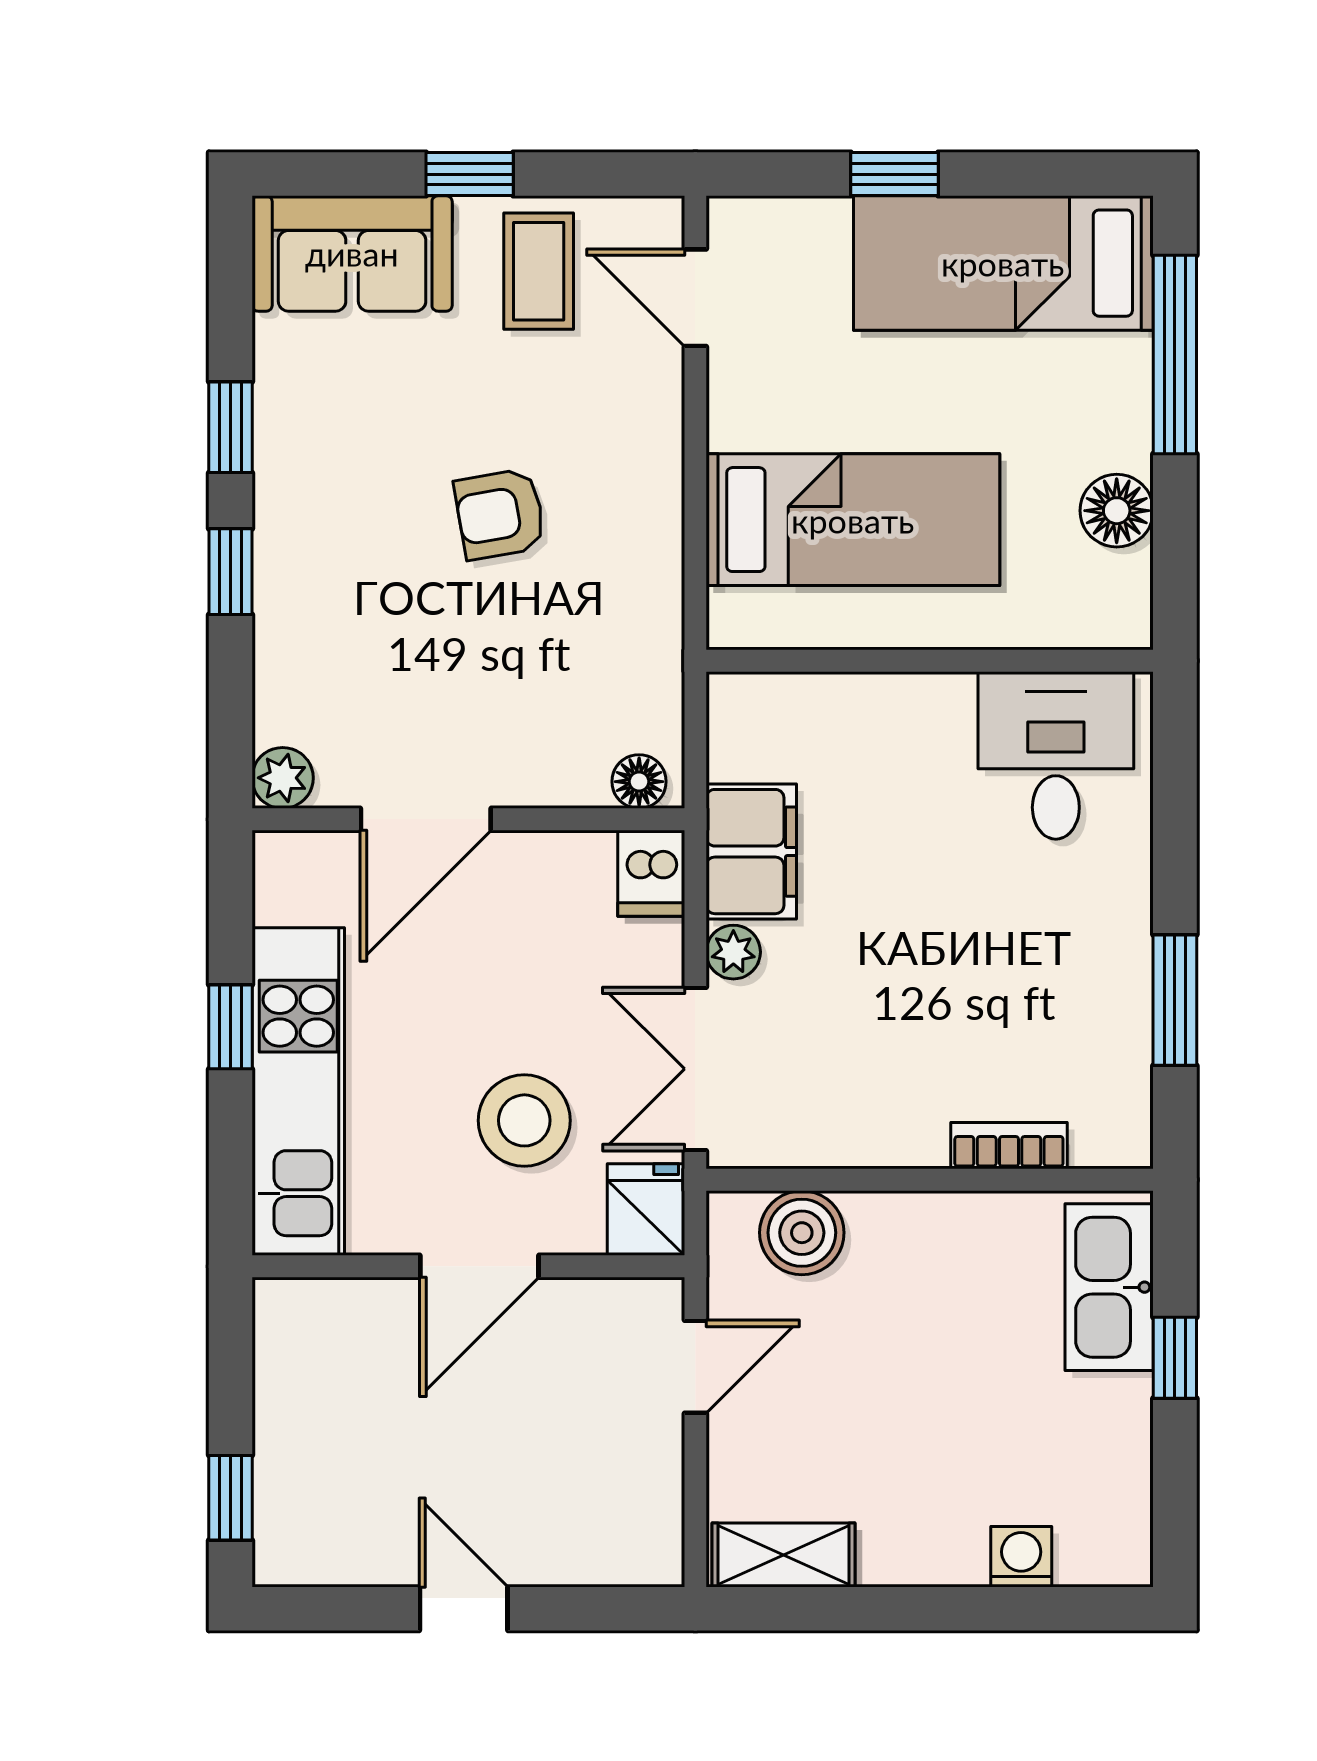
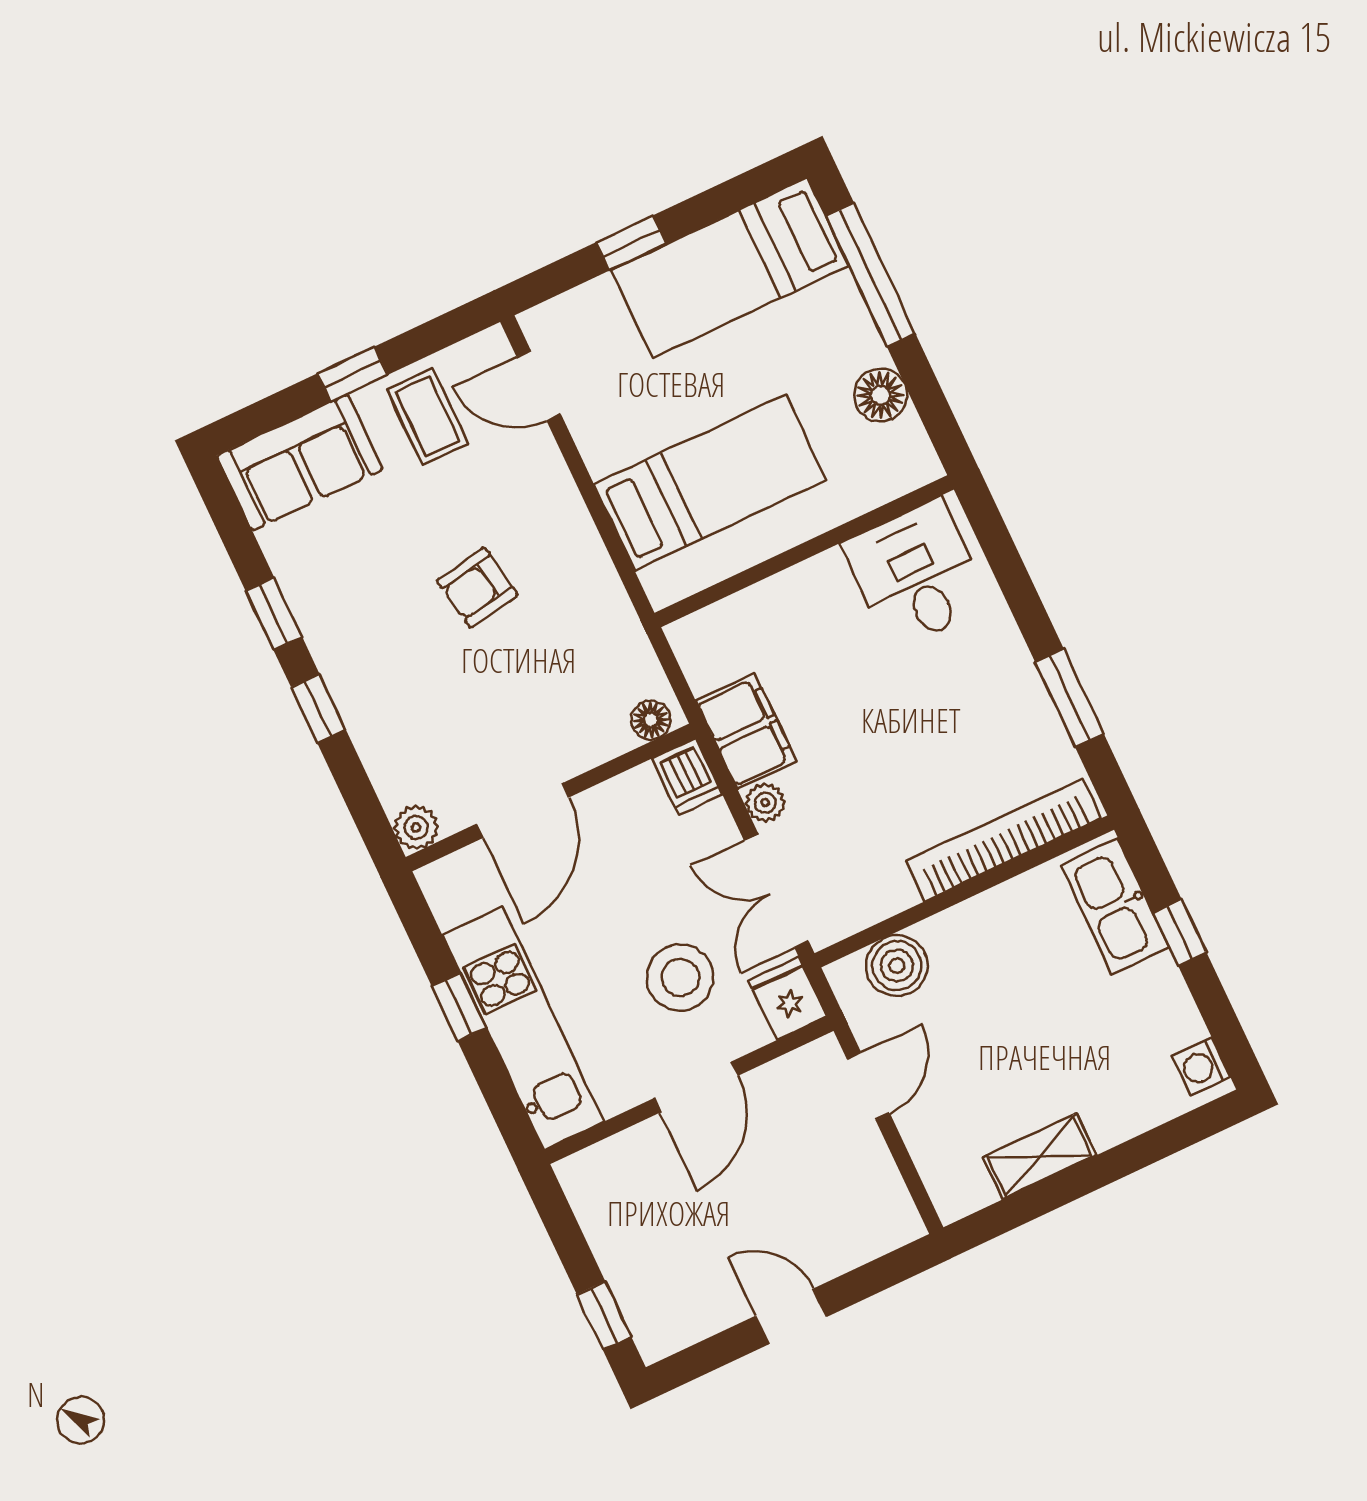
bookcase: (1009, 1146) -> (1003, 840), width x2.31, depth x1.31
shelving: (784, 1555) -> (1040, 1156), moved
washing machine: (1021, 1557) -> (1201, 1067), moved, turned -90

